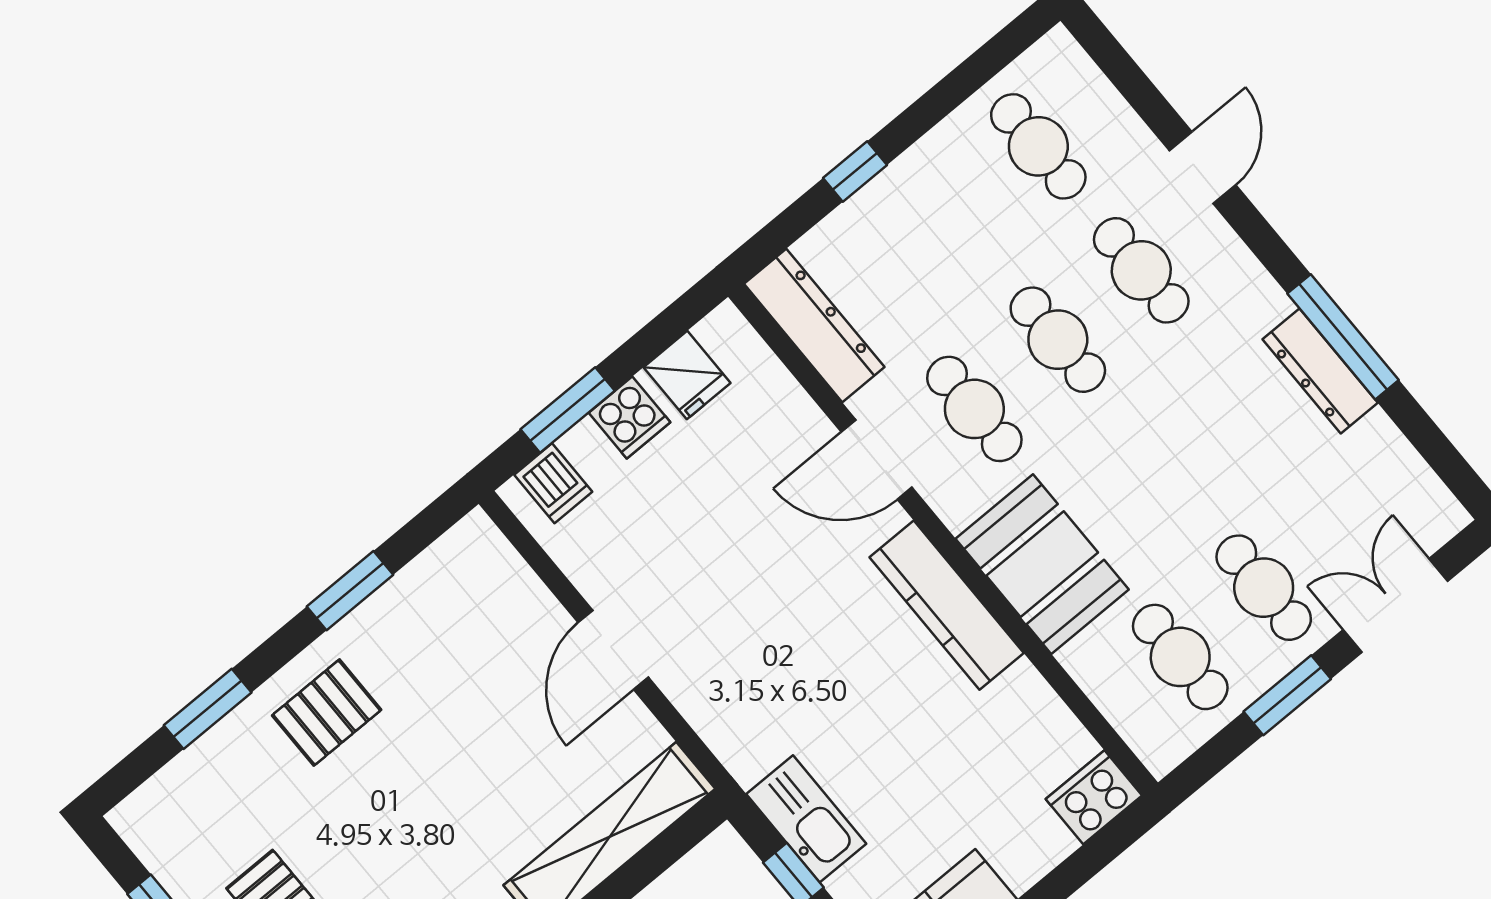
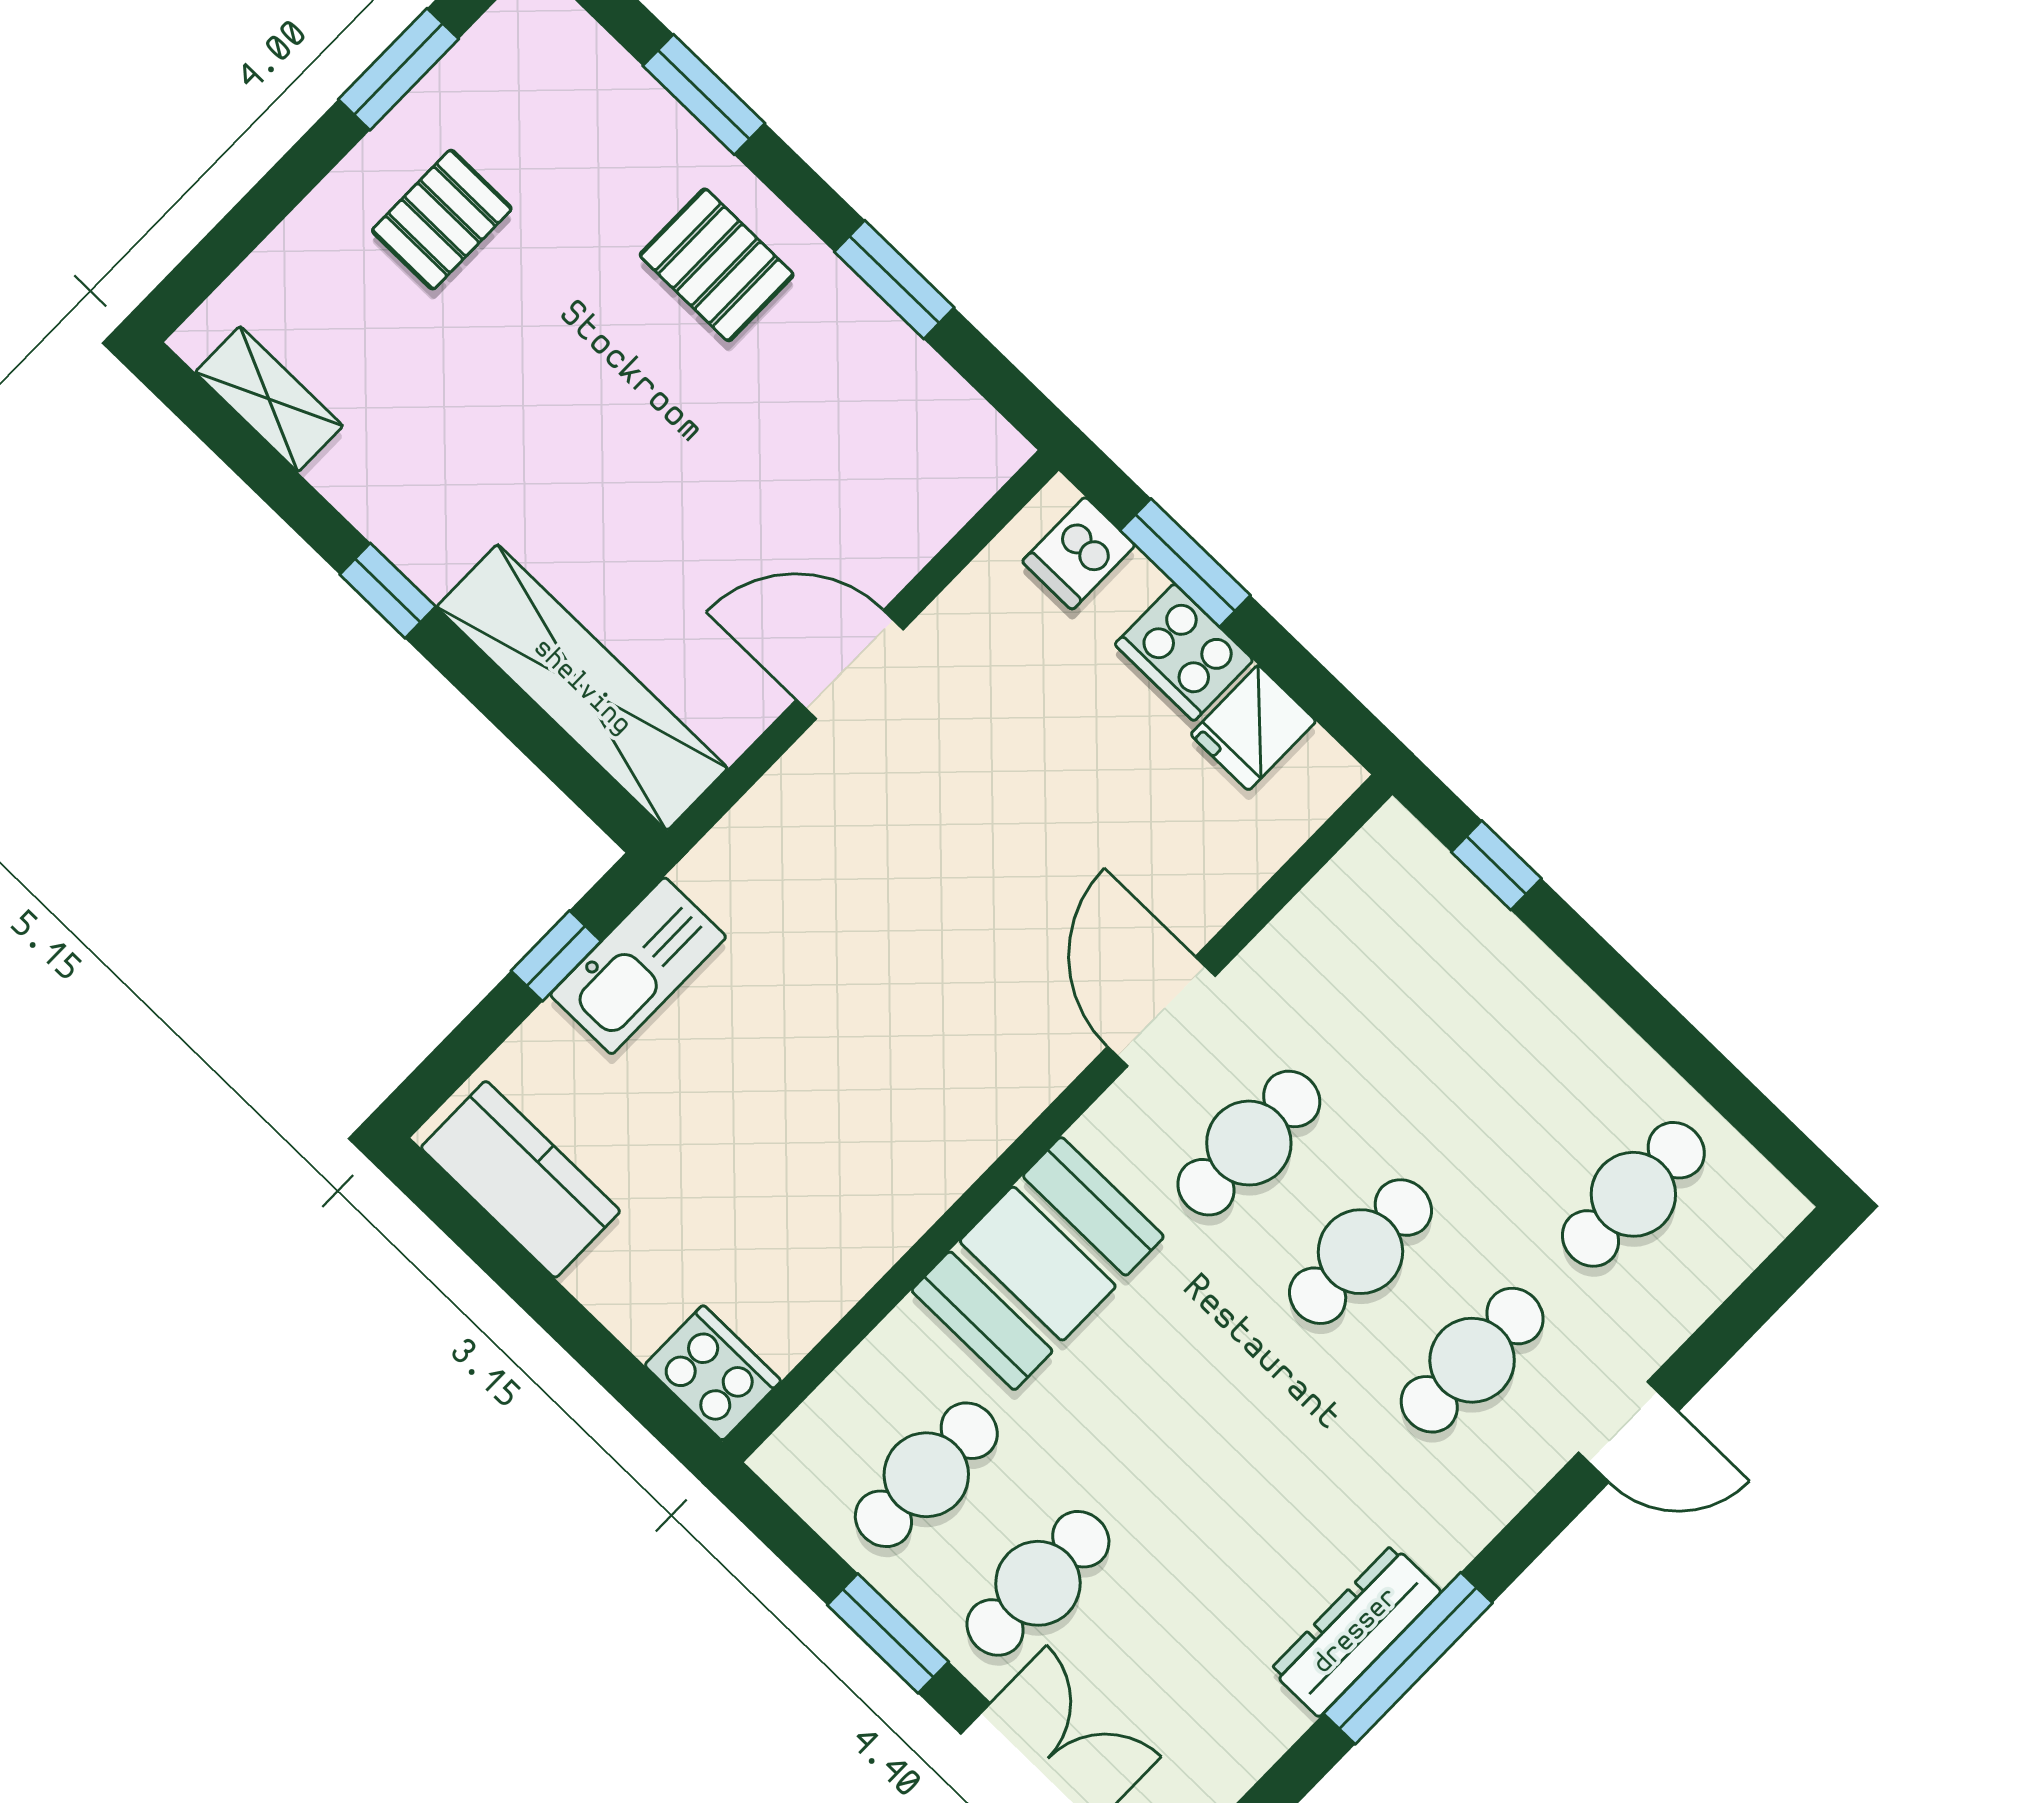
window: (855, 171) -> (1496, 865), moved
dresser: (814, 325) -> (1344, 902), removed
cooker: (630, 418) -> (1184, 652), width x1.36
kitchen counter: (947, 605) -> (965, 1133), removed

